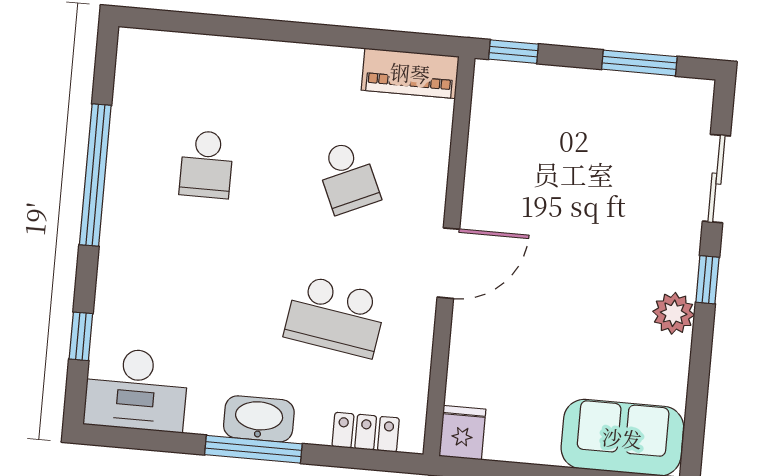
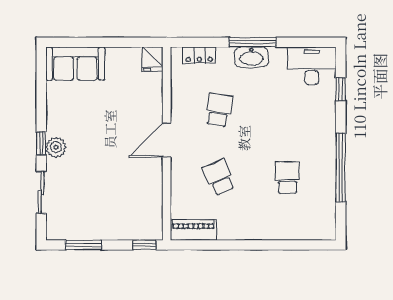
plant: (674, 313) -> (56, 147), moved
school desk: (335, 316) -> (219, 110), width x0.54

